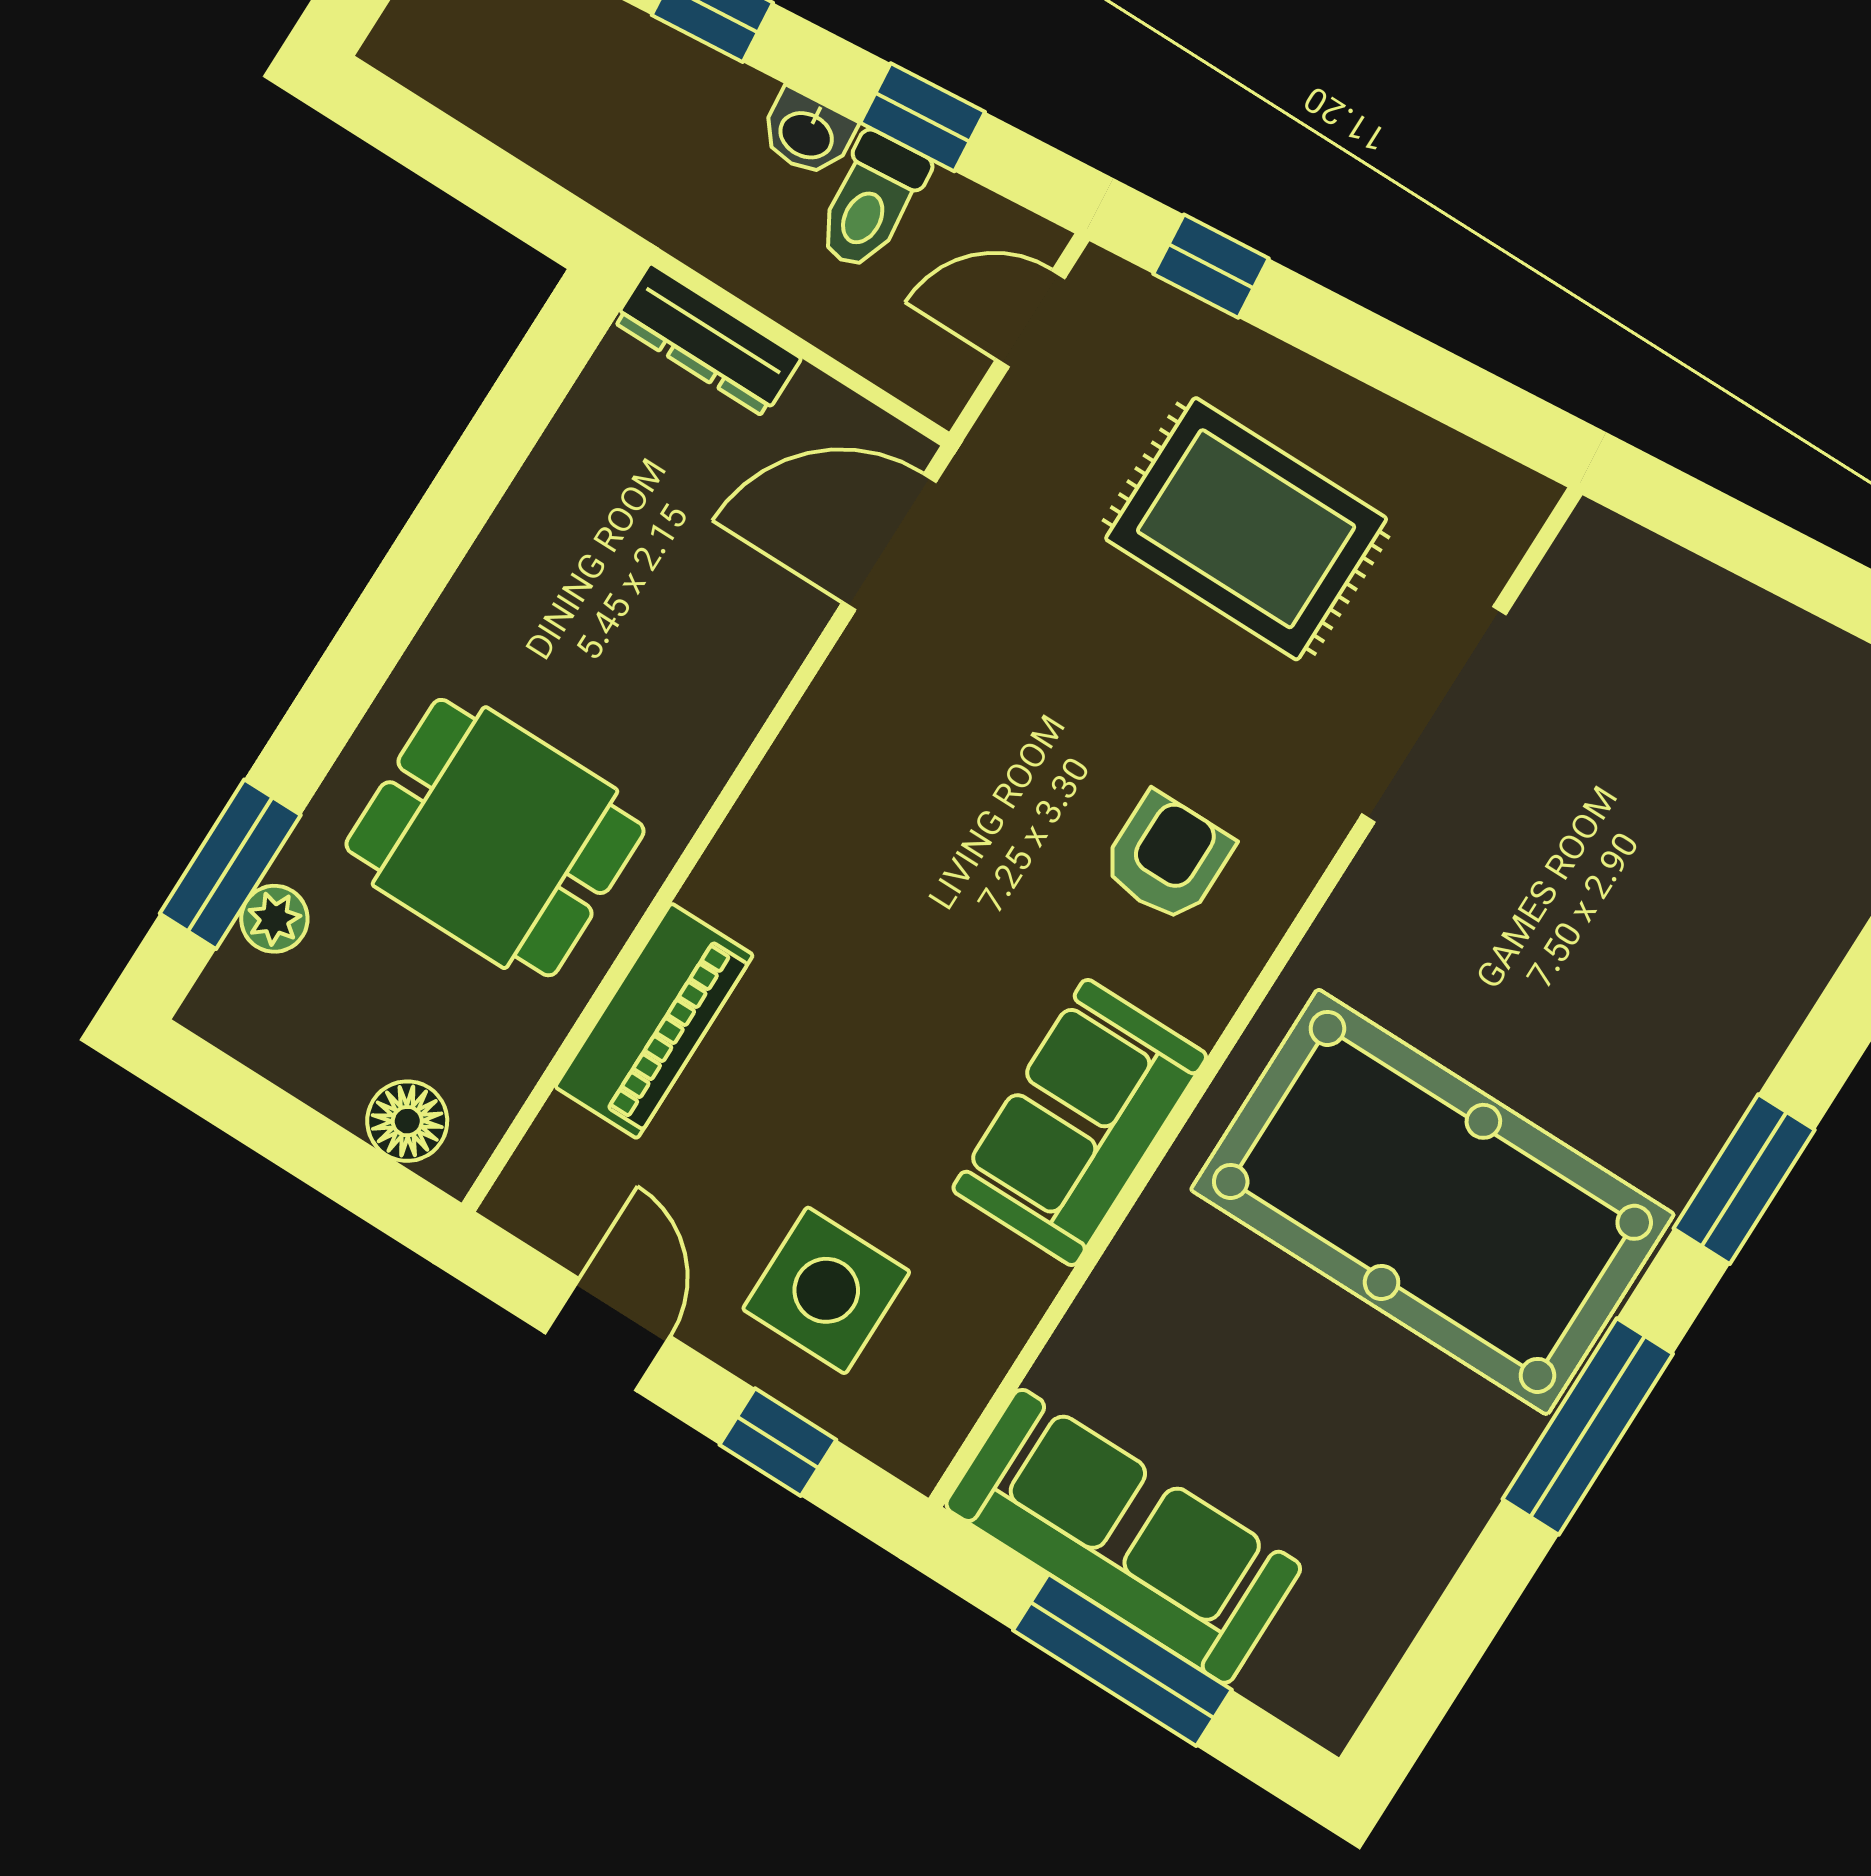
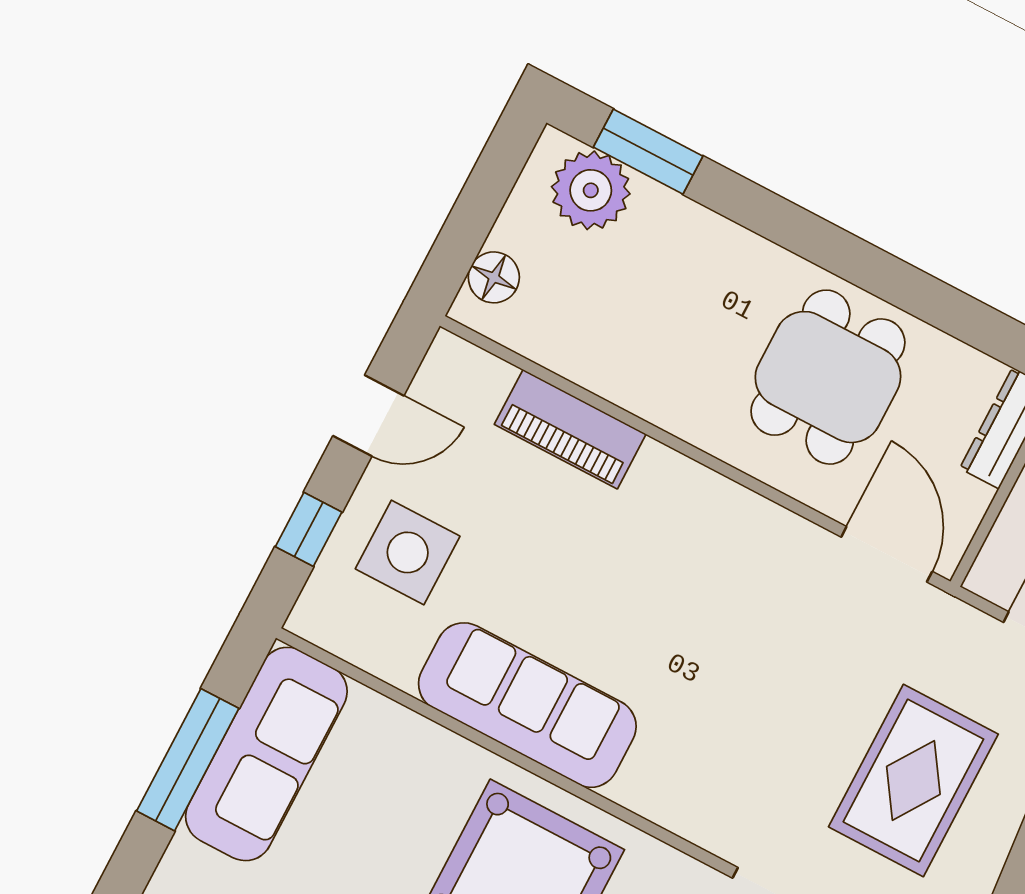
dining table: (495, 838) -> (828, 377), moved
armchair: (1167, 857) -> (700, 747), removed
plant: (274, 919) -> (591, 190), width x1.87, depth x1.87
sofa: (1080, 1122) -> (527, 705), width x1.36

